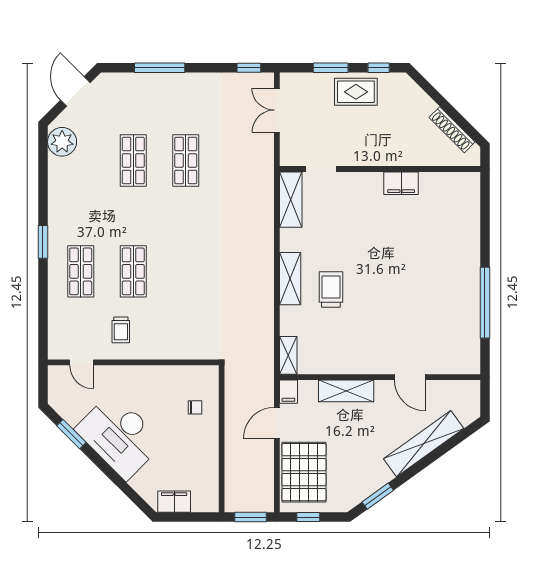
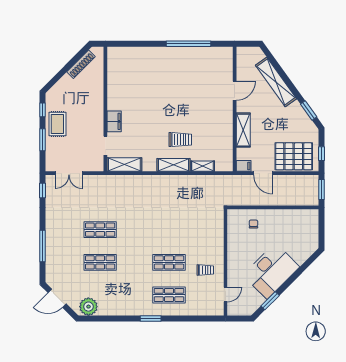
filing cabinet: (401, 183) -> (114, 121), moved
trolley: (331, 289) -> (180, 140), turned 180
shelving: (288, 355) -> (203, 166), moved
filing cabinet: (174, 502) -> (312, 237), removed

